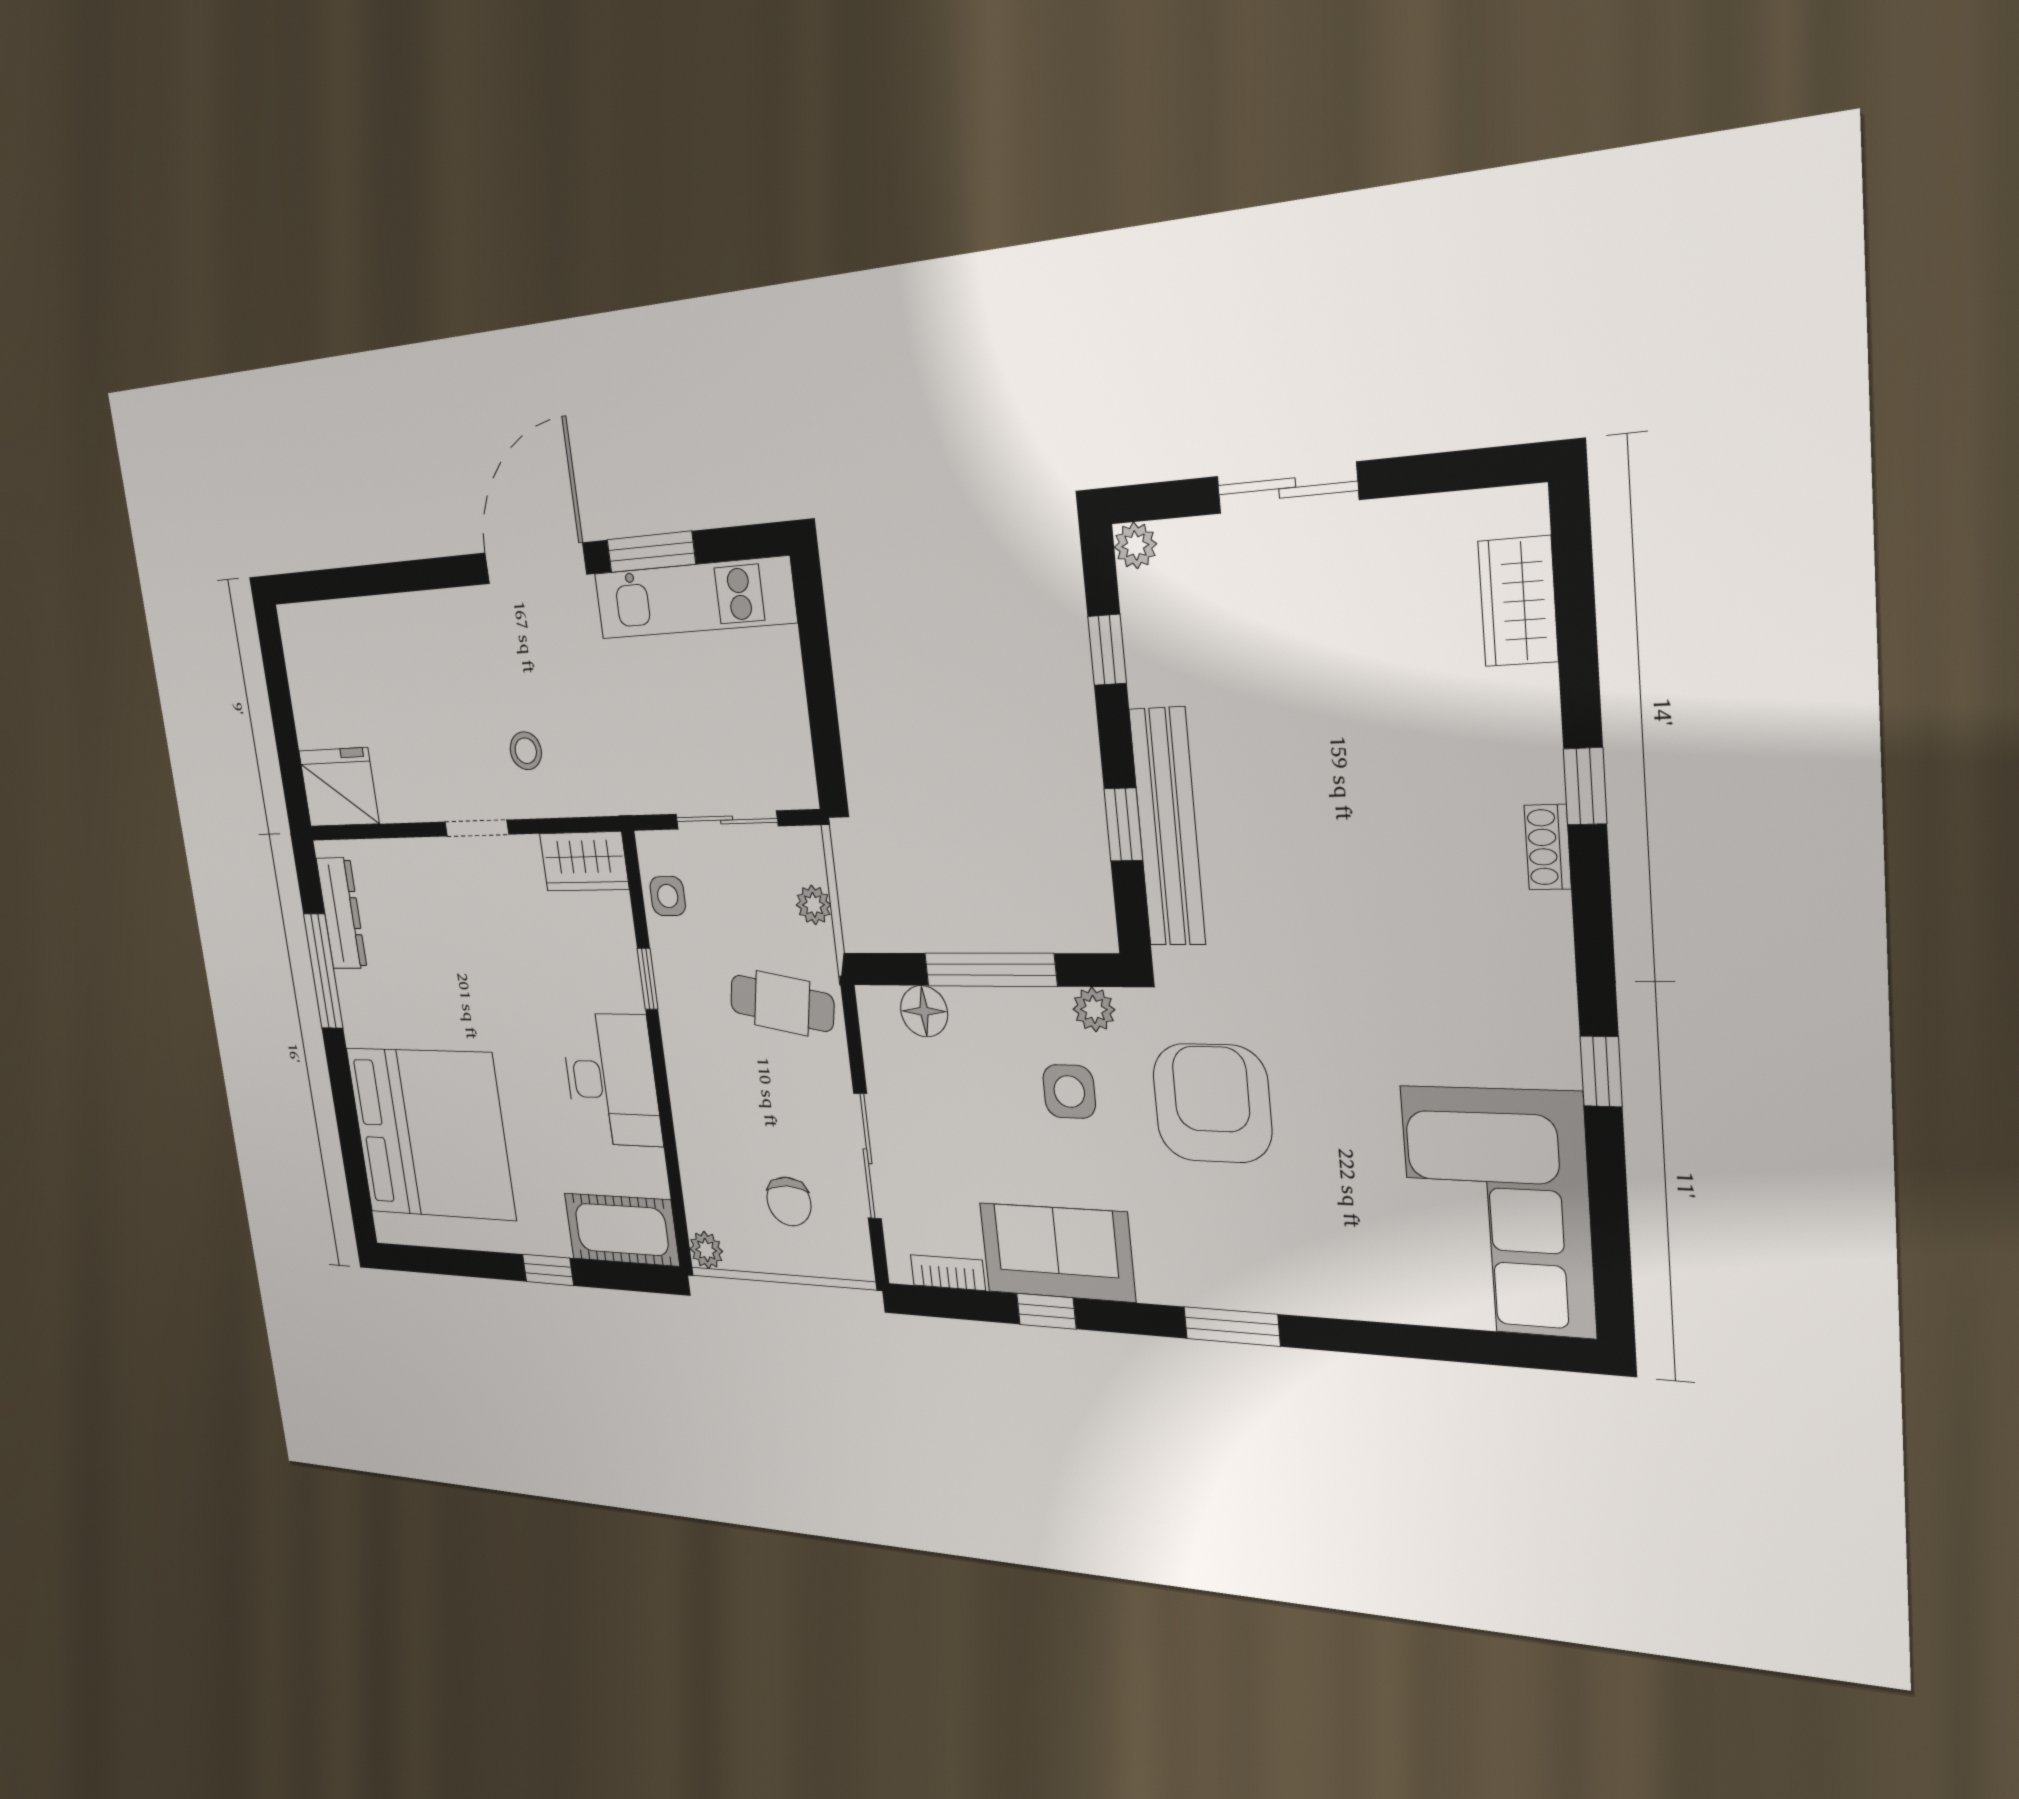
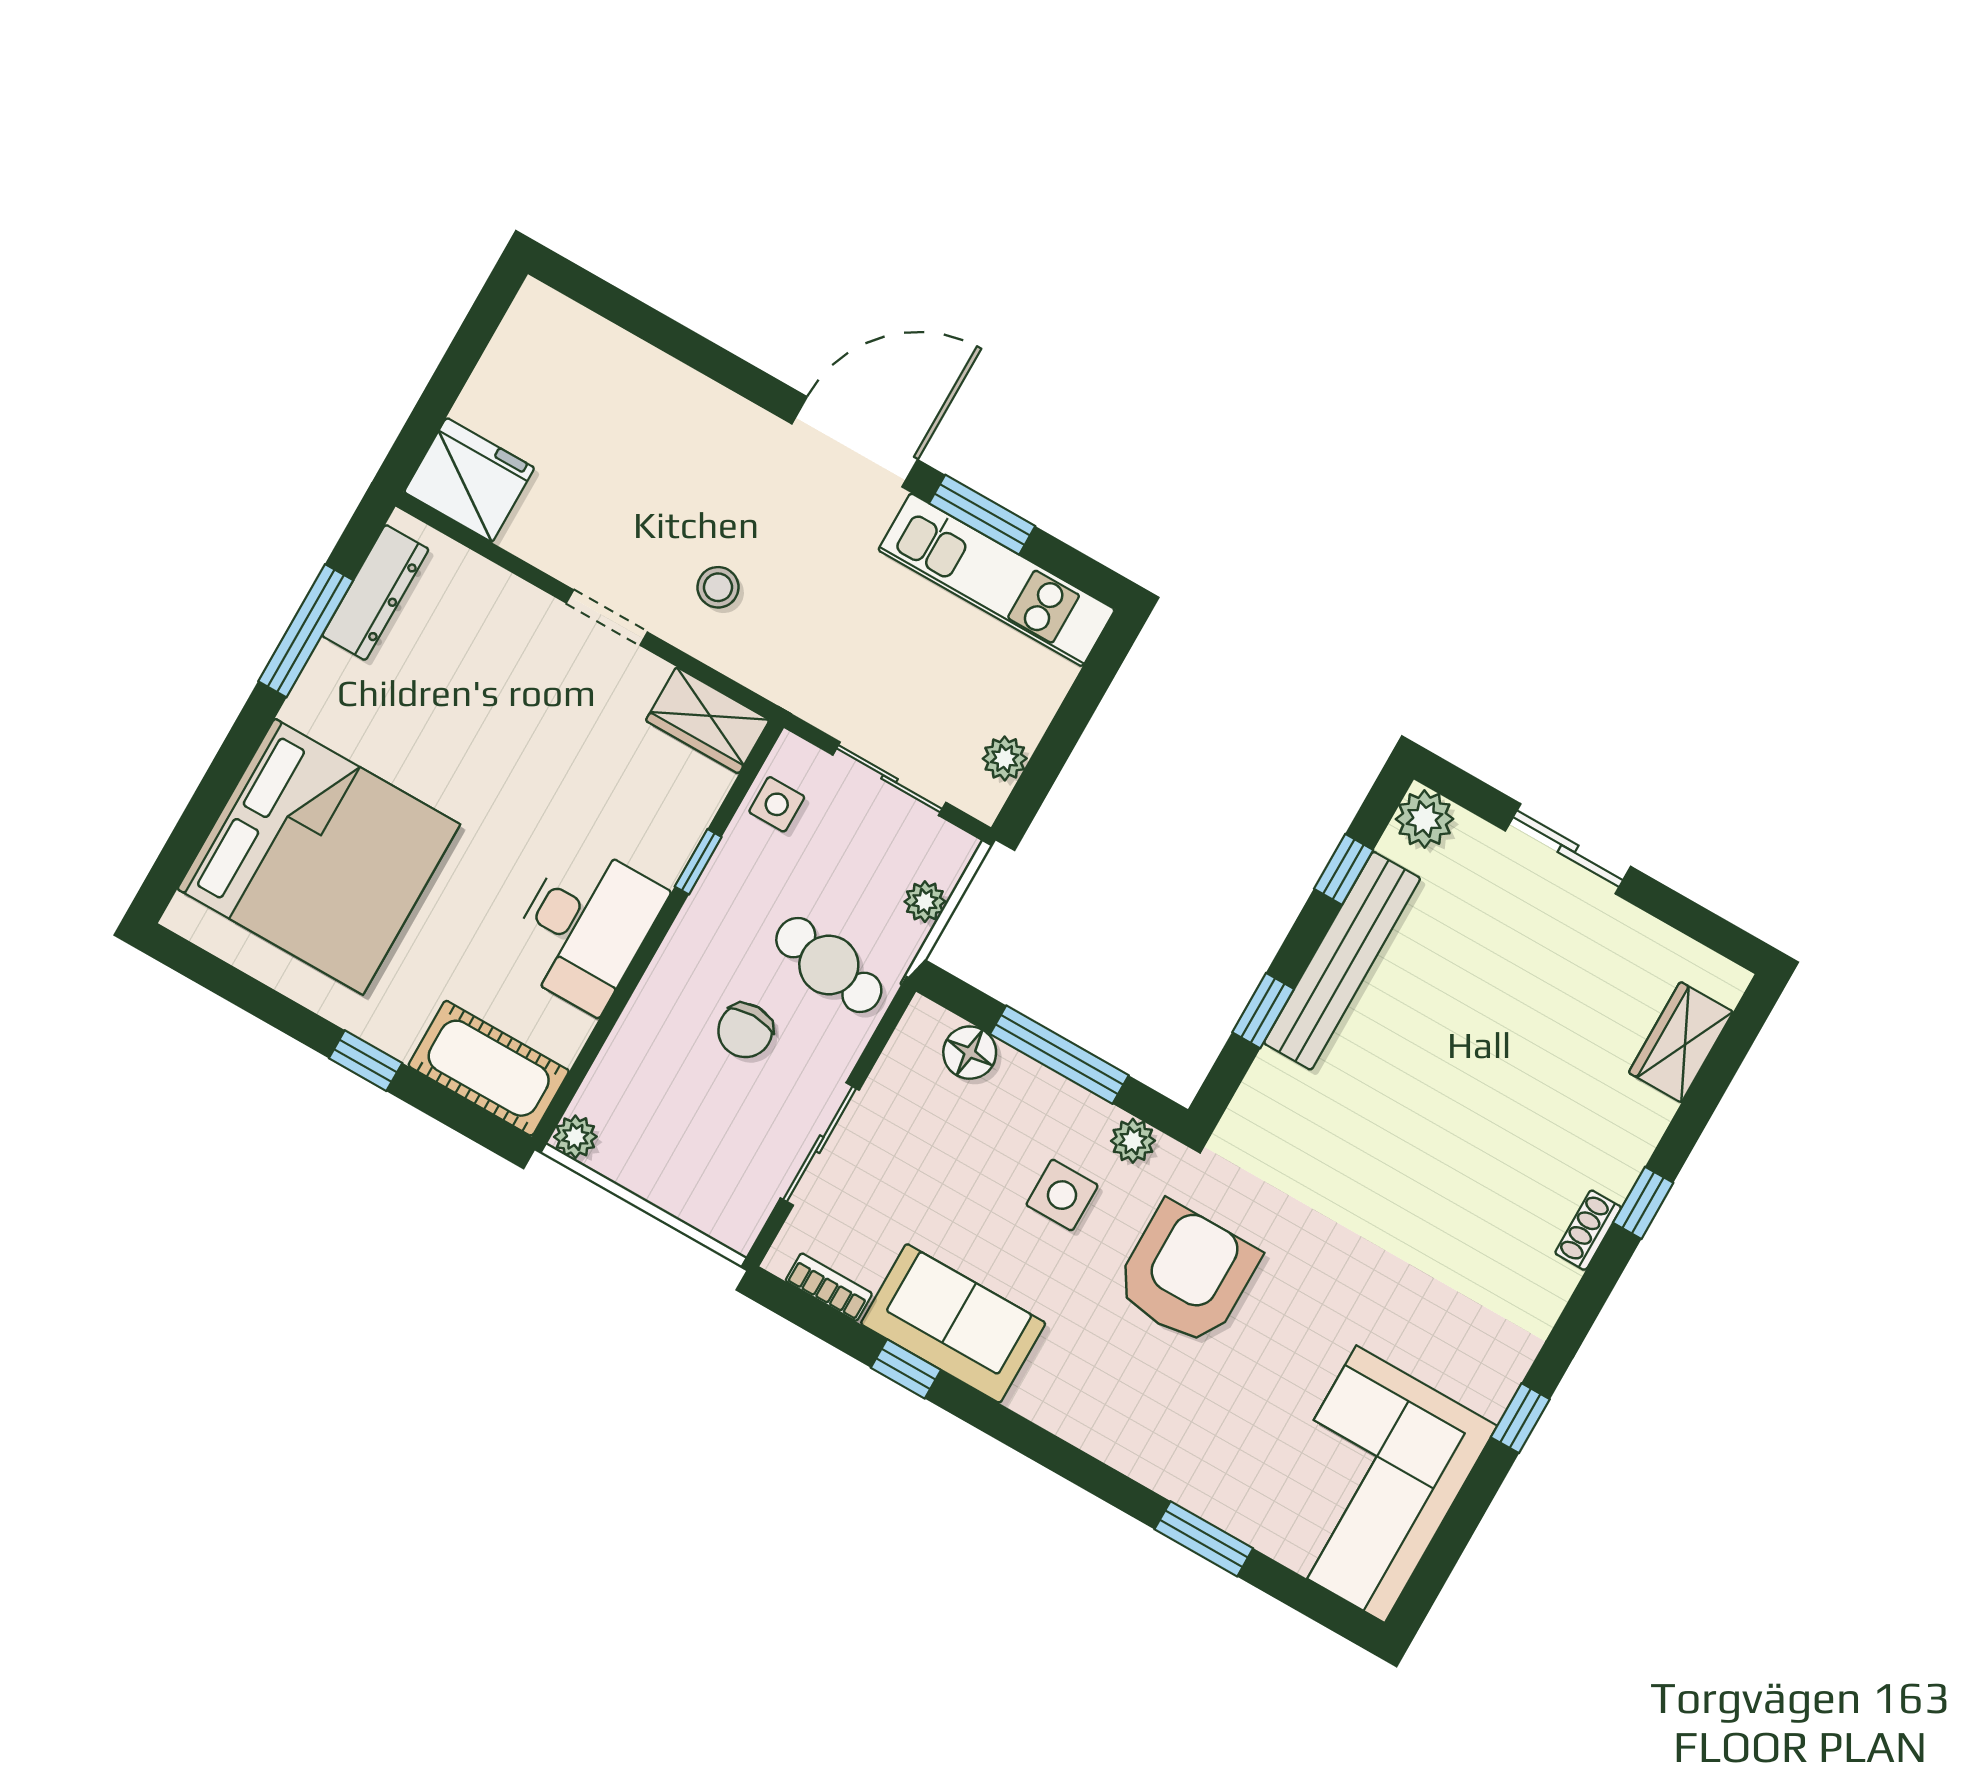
plant: (1135, 546) -> (1425, 819), width x1.38, depth x1.38
plant: (793, 744) -> (1005, 758), added
bench: (1167, 827) -> (1342, 961), moved
chair: (789, 1201) -> (745, 1031), moved
window: (1232, 1327) -> (1204, 1539), moved

